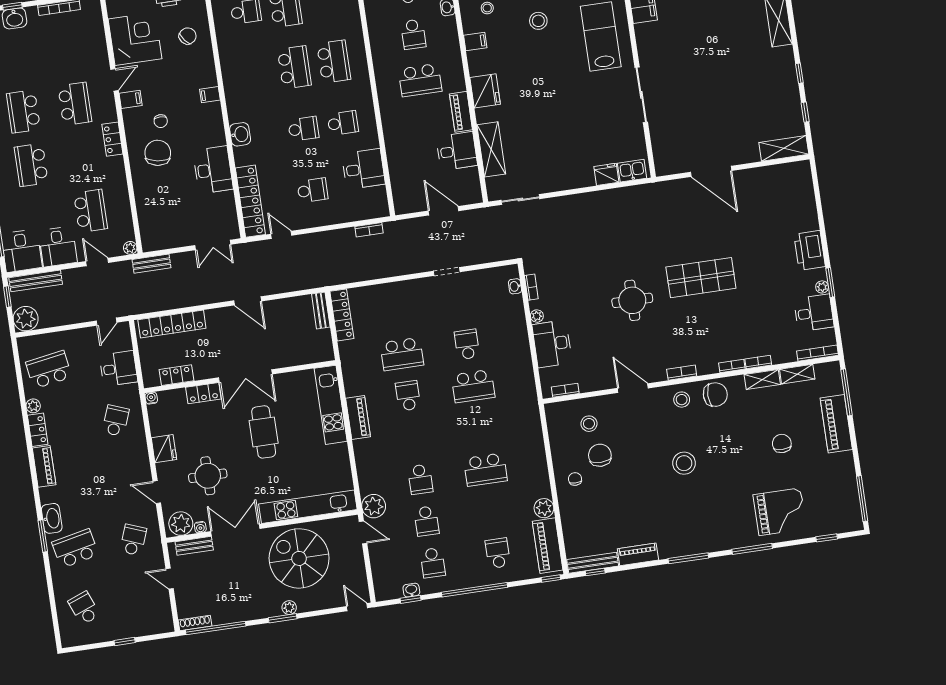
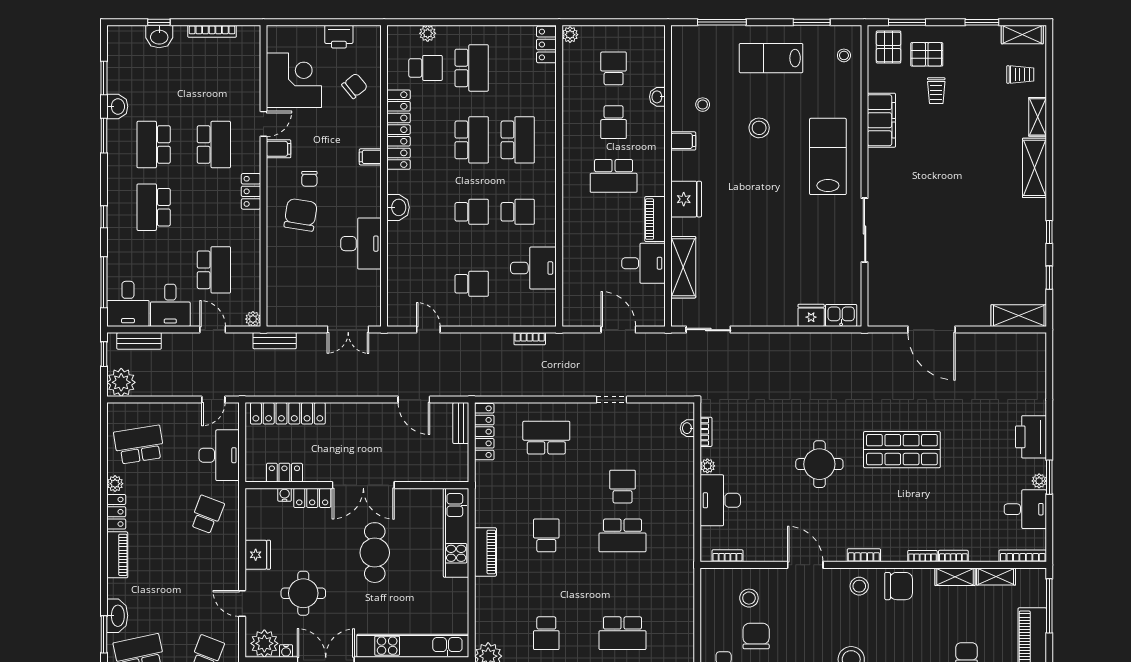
locker: (250, 201) -> (399, 130), moved
bench: (36, 281) -> (139, 341), width x0.73
door: (248, 301) -> (414, 400), moved
school desk: (402, 354) -> (546, 438), moved, turned 180
desk: (119, 368) -> (219, 455), width x1.37
water cooler: (151, 398) -> (285, 495), moved

